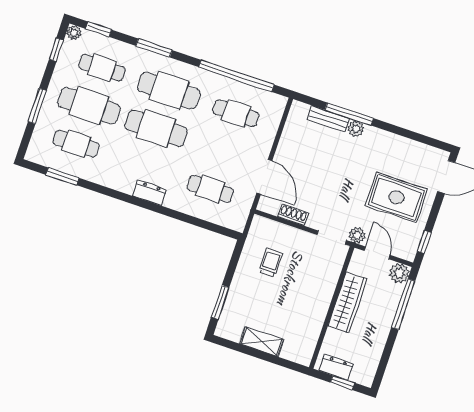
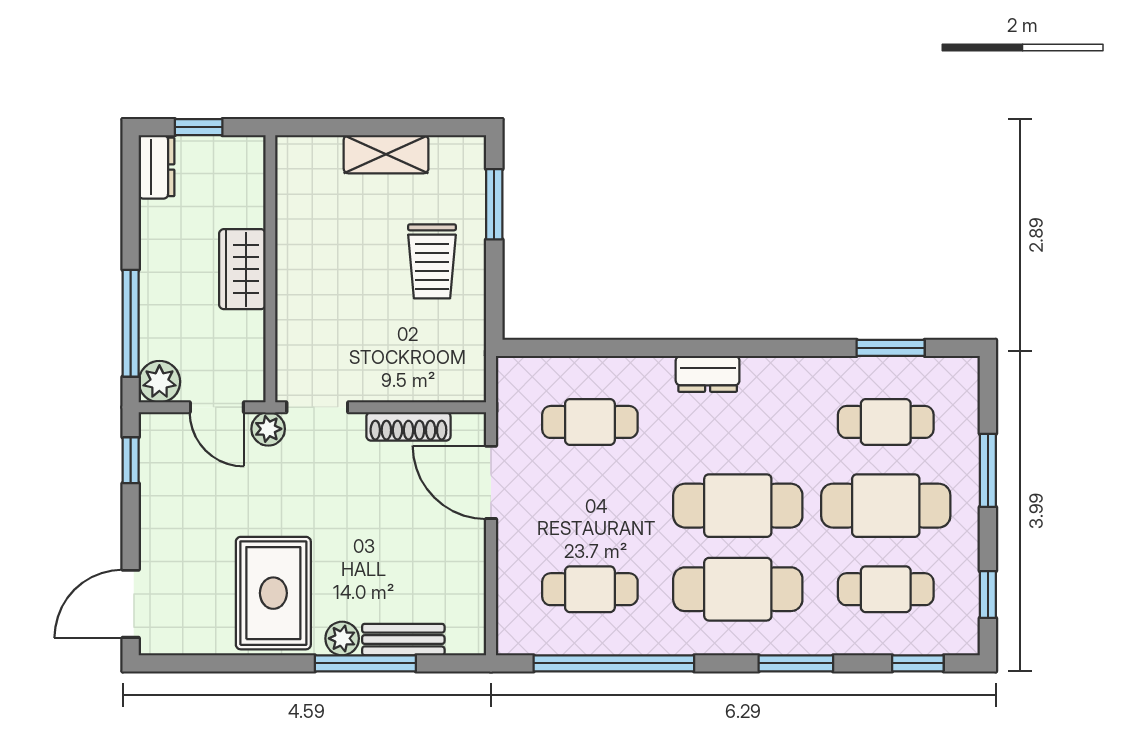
plant: (74, 33) -> (964, 640), removed
rug: (396, 197) -> (273, 593), moved, turned 90
shoe rack: (293, 215) -> (408, 426), width x1.43
trolley: (271, 262) -> (432, 261), moved, width x1.36, depth x1.39
wardrobe: (347, 303) -> (242, 269), width x0.67
dresser: (336, 367) -> (157, 167), moved, turned -90

